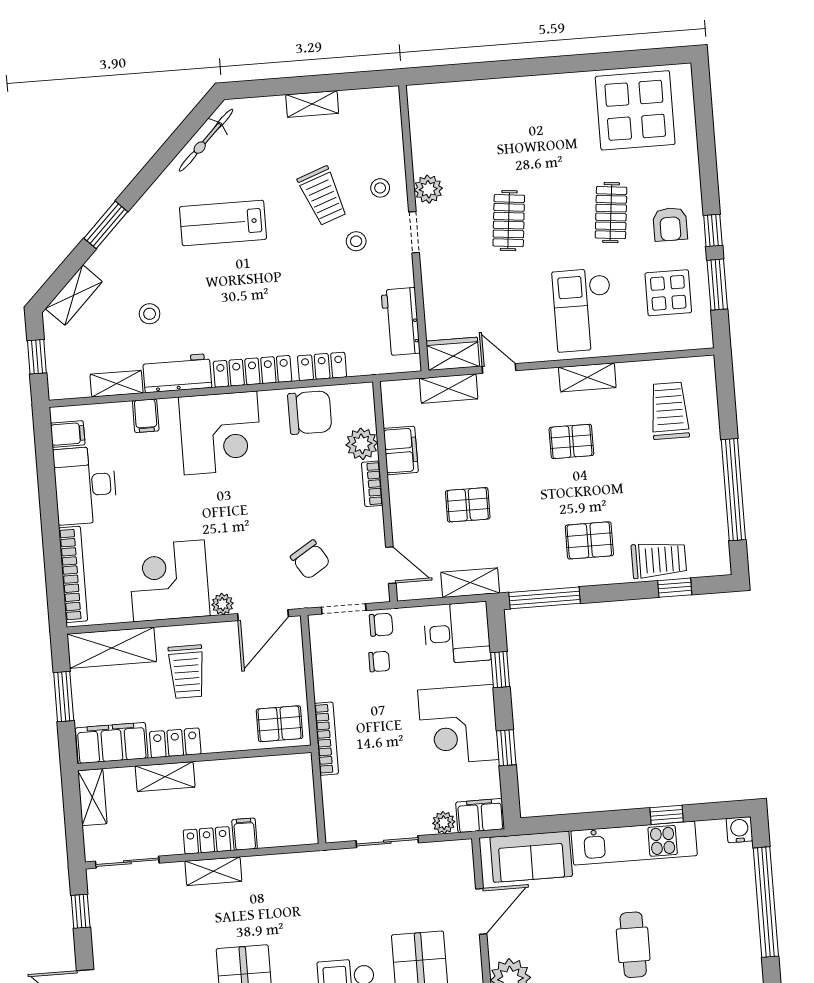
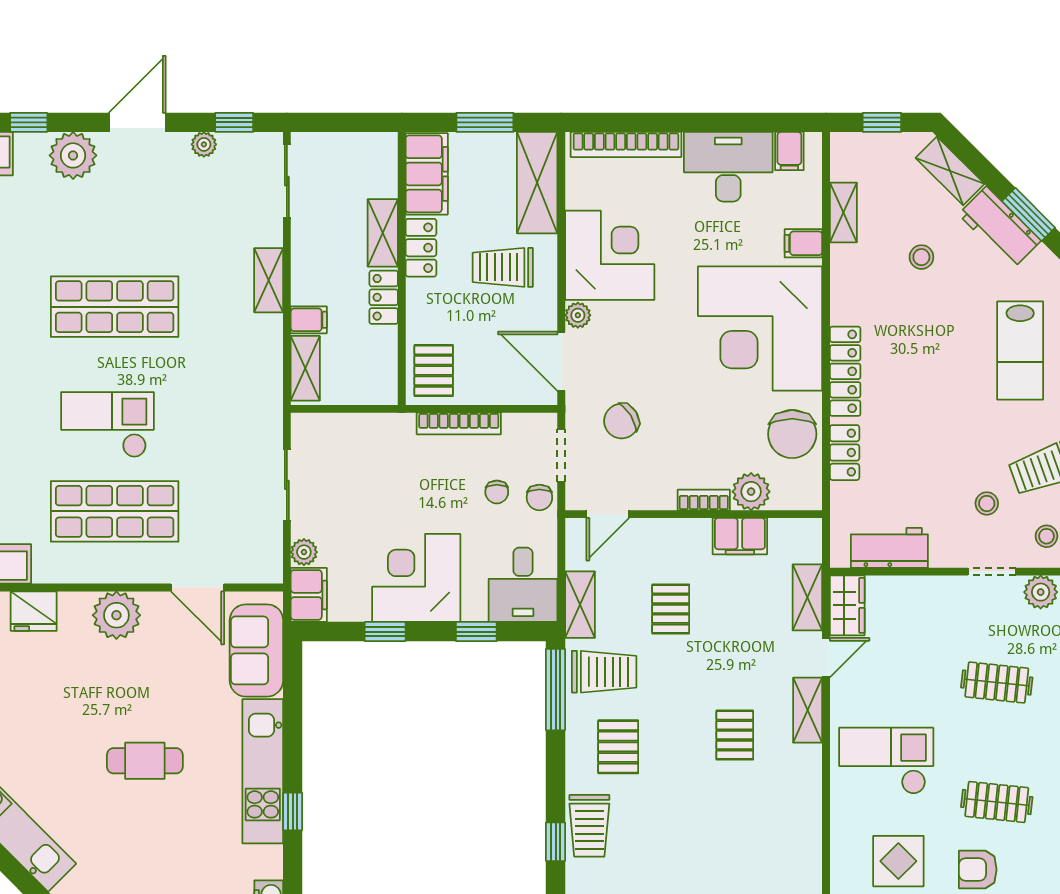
lab bench: (223, 223) -> (1020, 351), turned 180
workbench: (177, 373) -> (1000, 227), moved, turned 135
shelving: (587, 377) -> (808, 710), moved
trolley: (669, 411) -> (604, 672), moved
corner desk: (220, 433) -> (760, 329), width x1.36, depth x1.36
bookcase: (326, 739) -> (459, 423), moved
shelving: (92, 797) -> (305, 368), moved, turned 90
locker: (207, 840) -> (384, 297), moved, turned 180
plant: (101, 936) -> (204, 144), added

